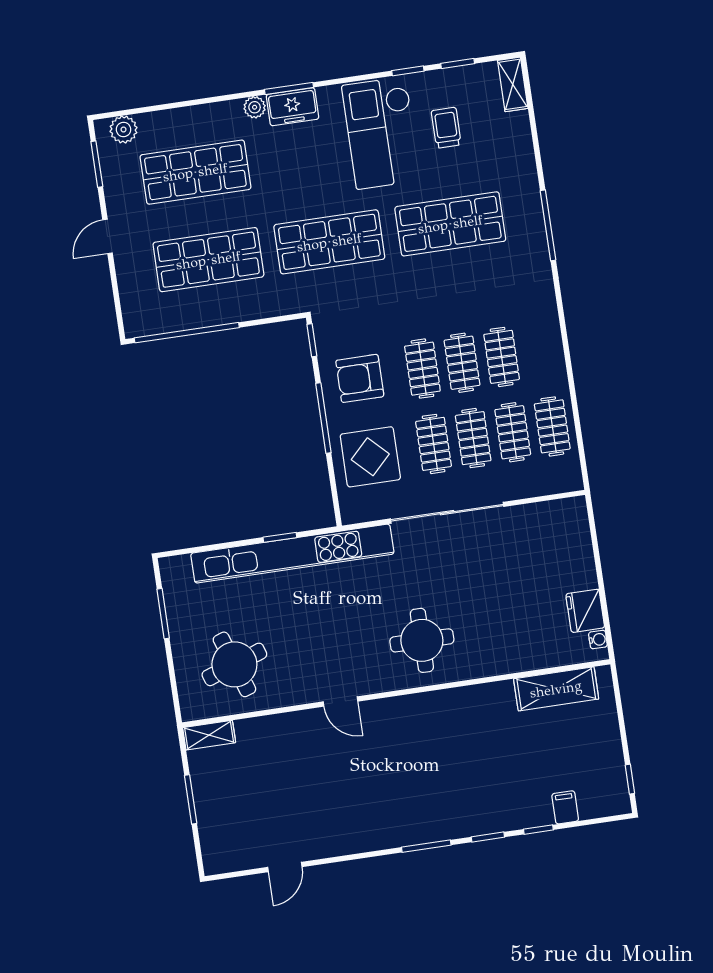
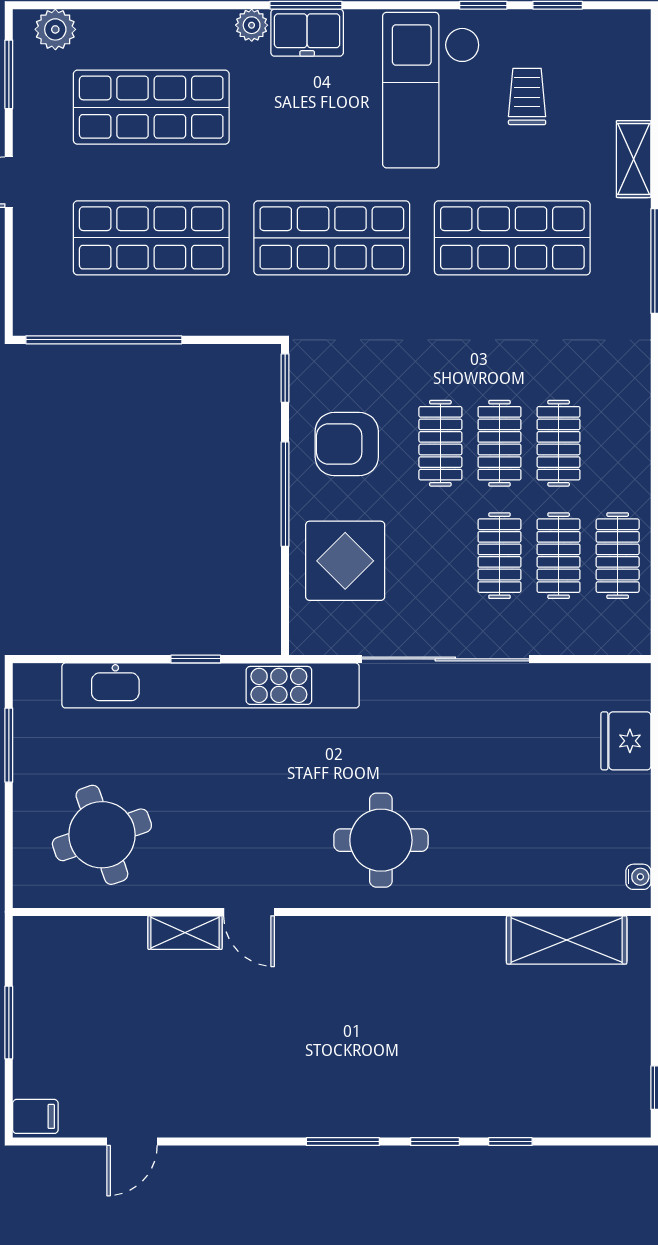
shelving: (513, 84) -> (634, 159), moved
clothes rail: (434, 444) -> (440, 556), removed
fridge: (585, 611) -> (626, 741), moved
shelving: (209, 735) -> (185, 933), moved
filing cabinet: (565, 807) -> (35, 1116), moved, turned 90

